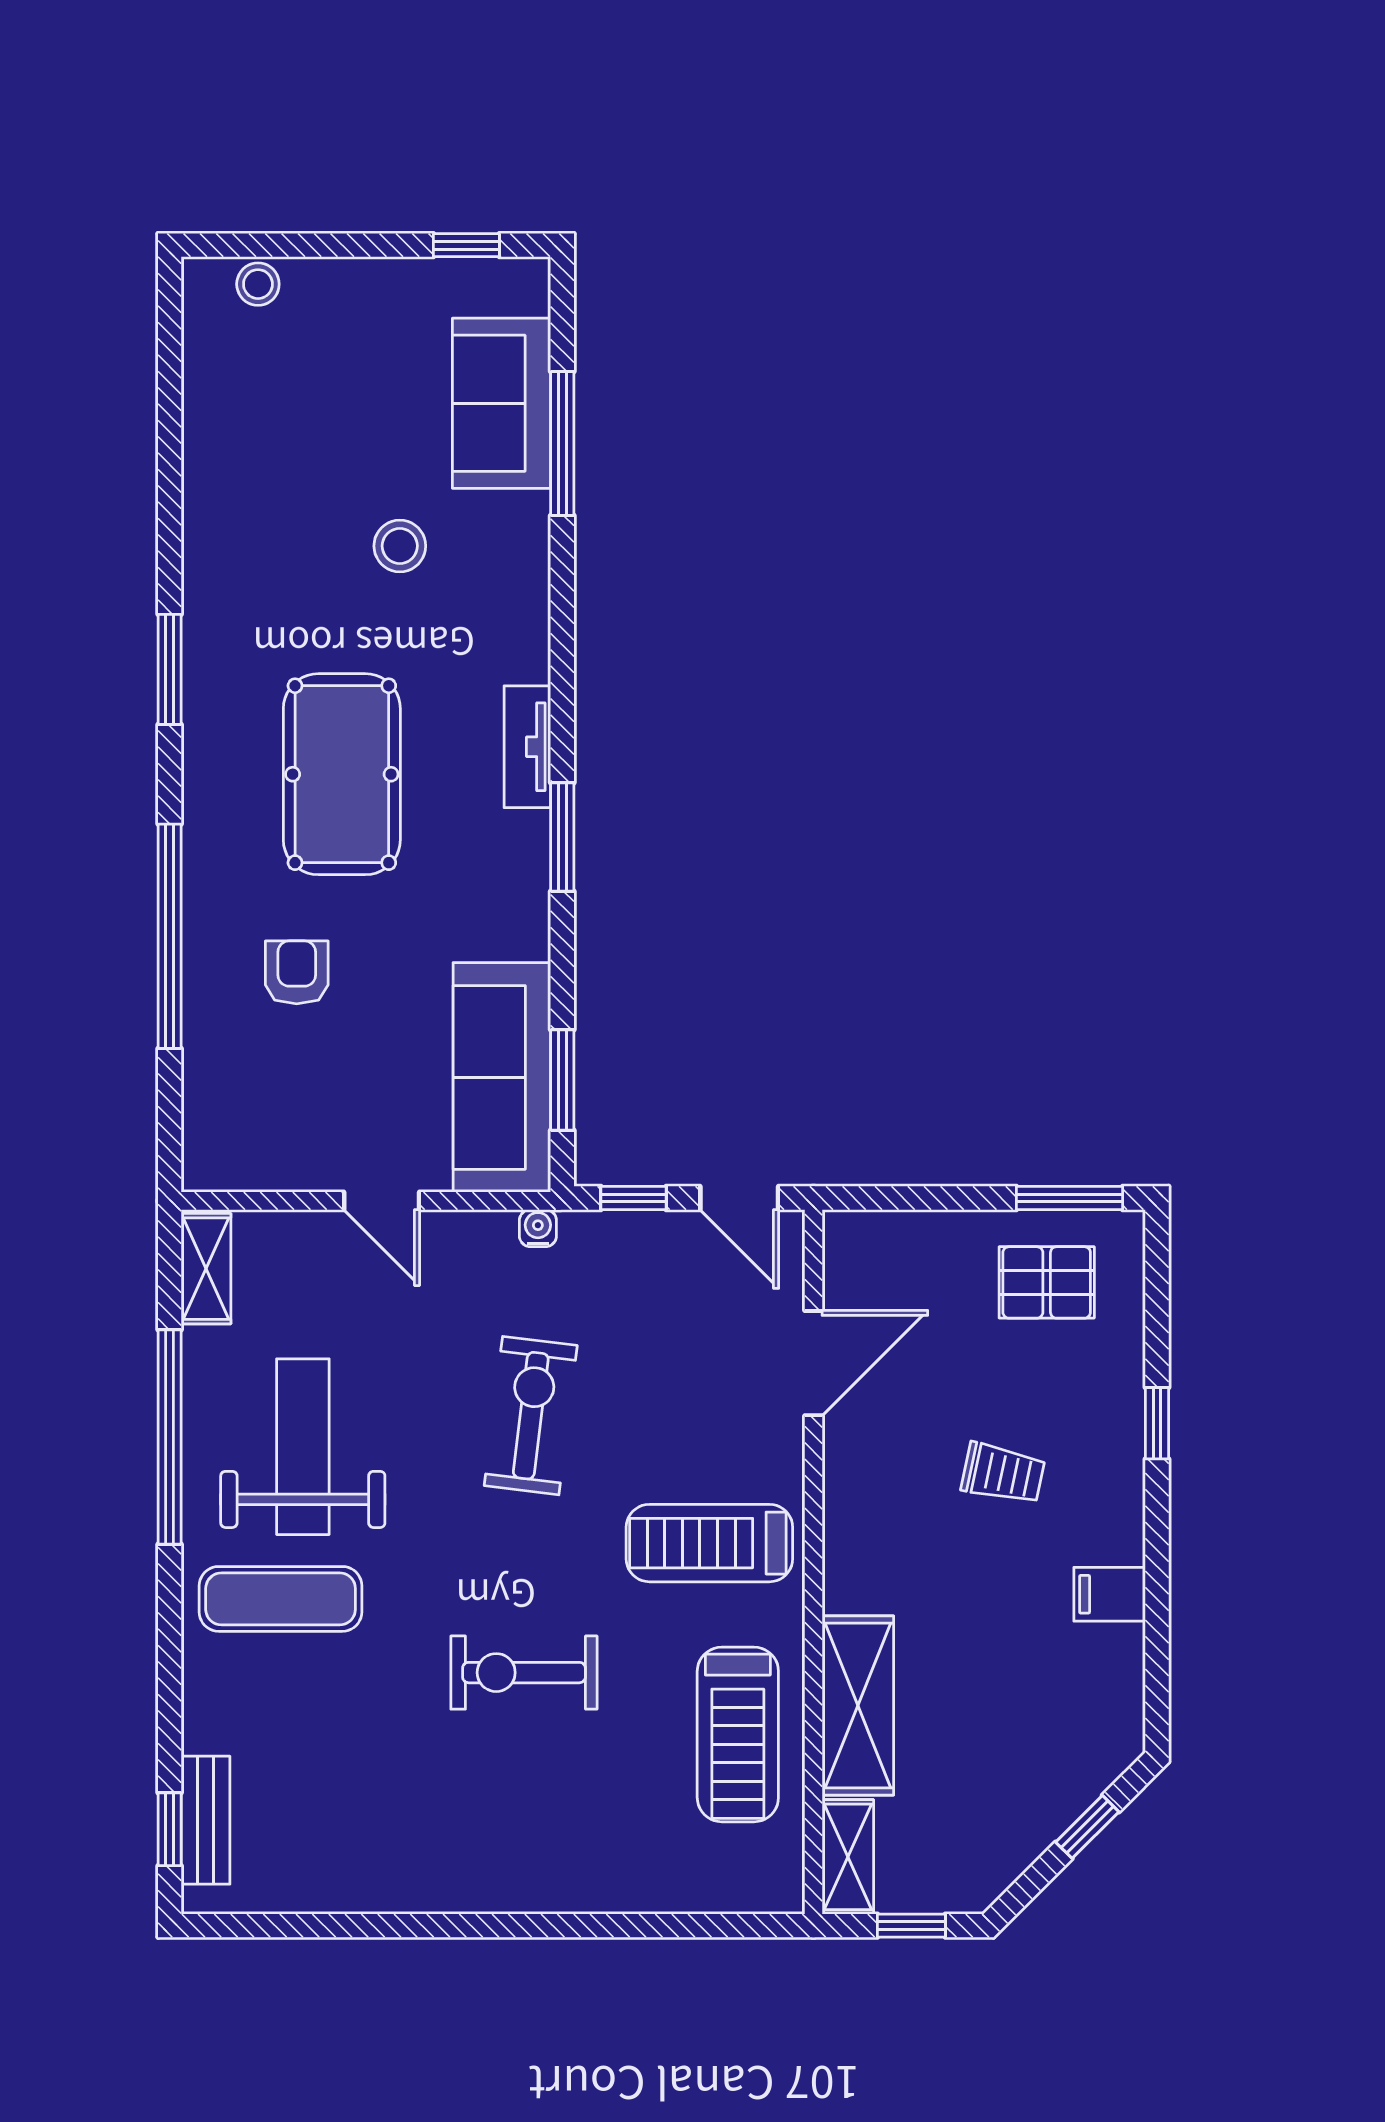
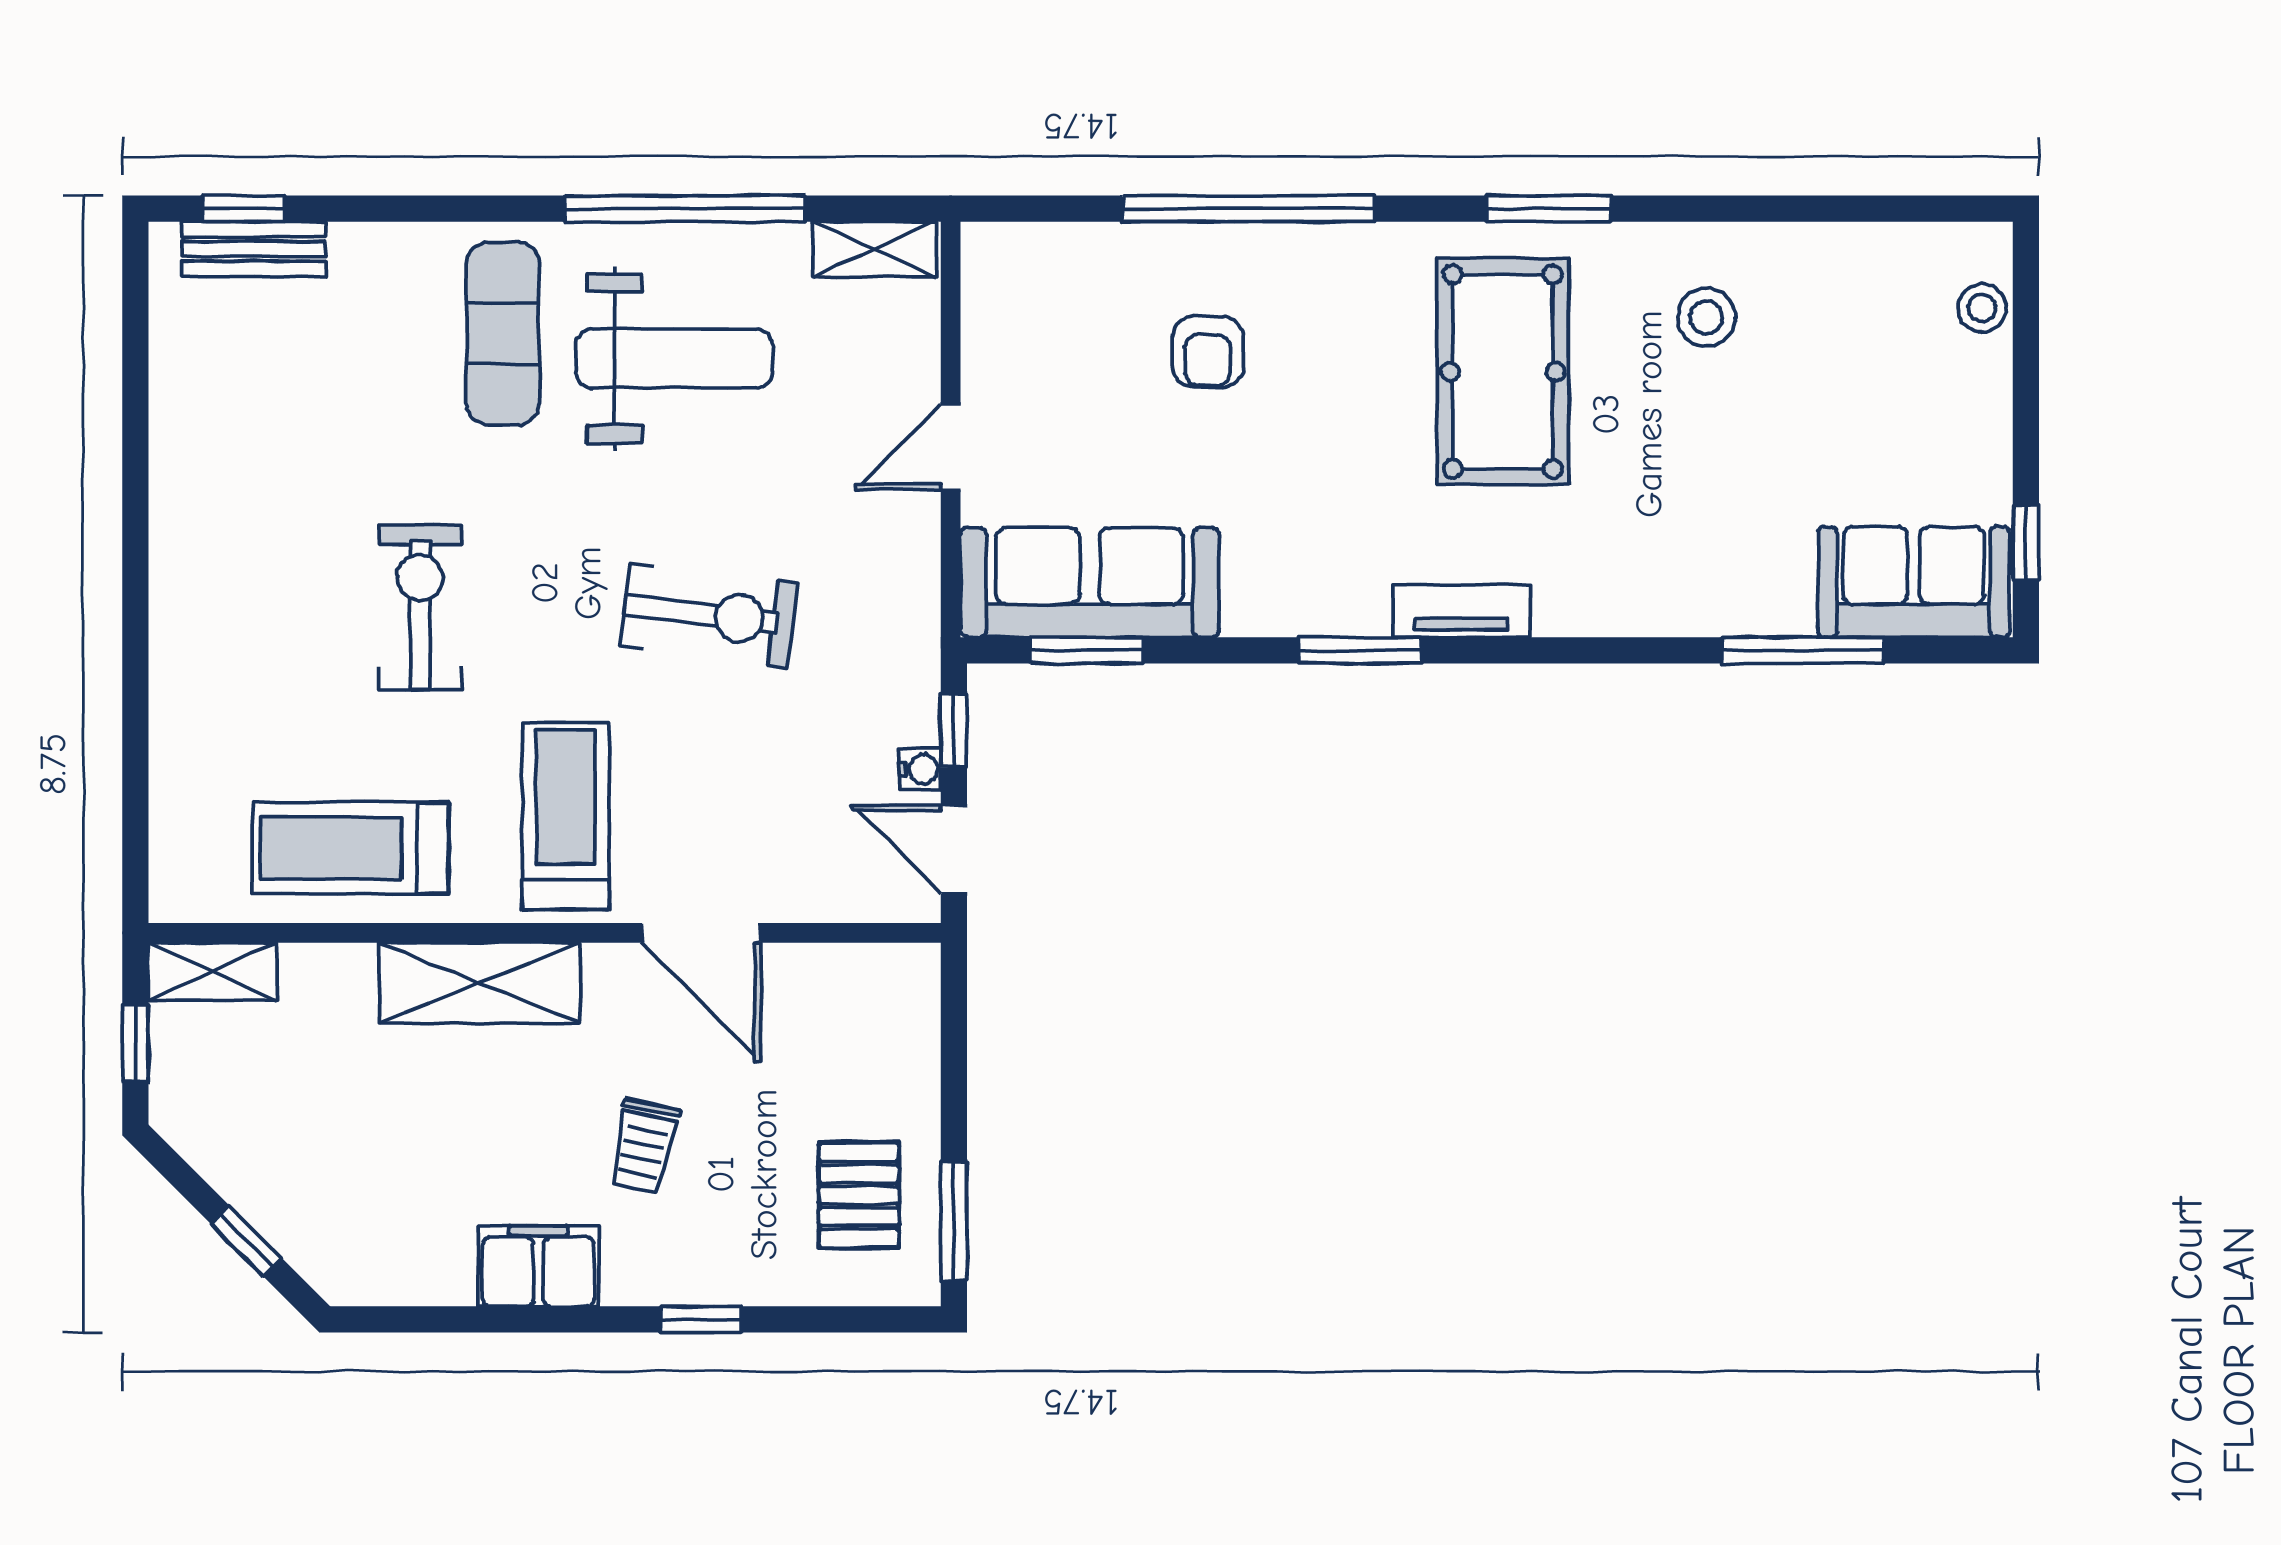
sofa: (502, 403) -> (1914, 582), moved
stool: (400, 546) -> (1706, 317), moved
pool table: (342, 774) -> (1503, 372), moved, turned 90
armchair: (297, 972) -> (1208, 352), turned 90
door: (739, 1198) -> (954, 849), hinge flipped
water cooler: (538, 1228) -> (920, 769), moved
door: (813, 1363) -> (701, 933), moved
filing cabinet: (1110, 1594) -> (538, 1266), width x2.00
shelving: (858, 1705) -> (480, 983), moved

